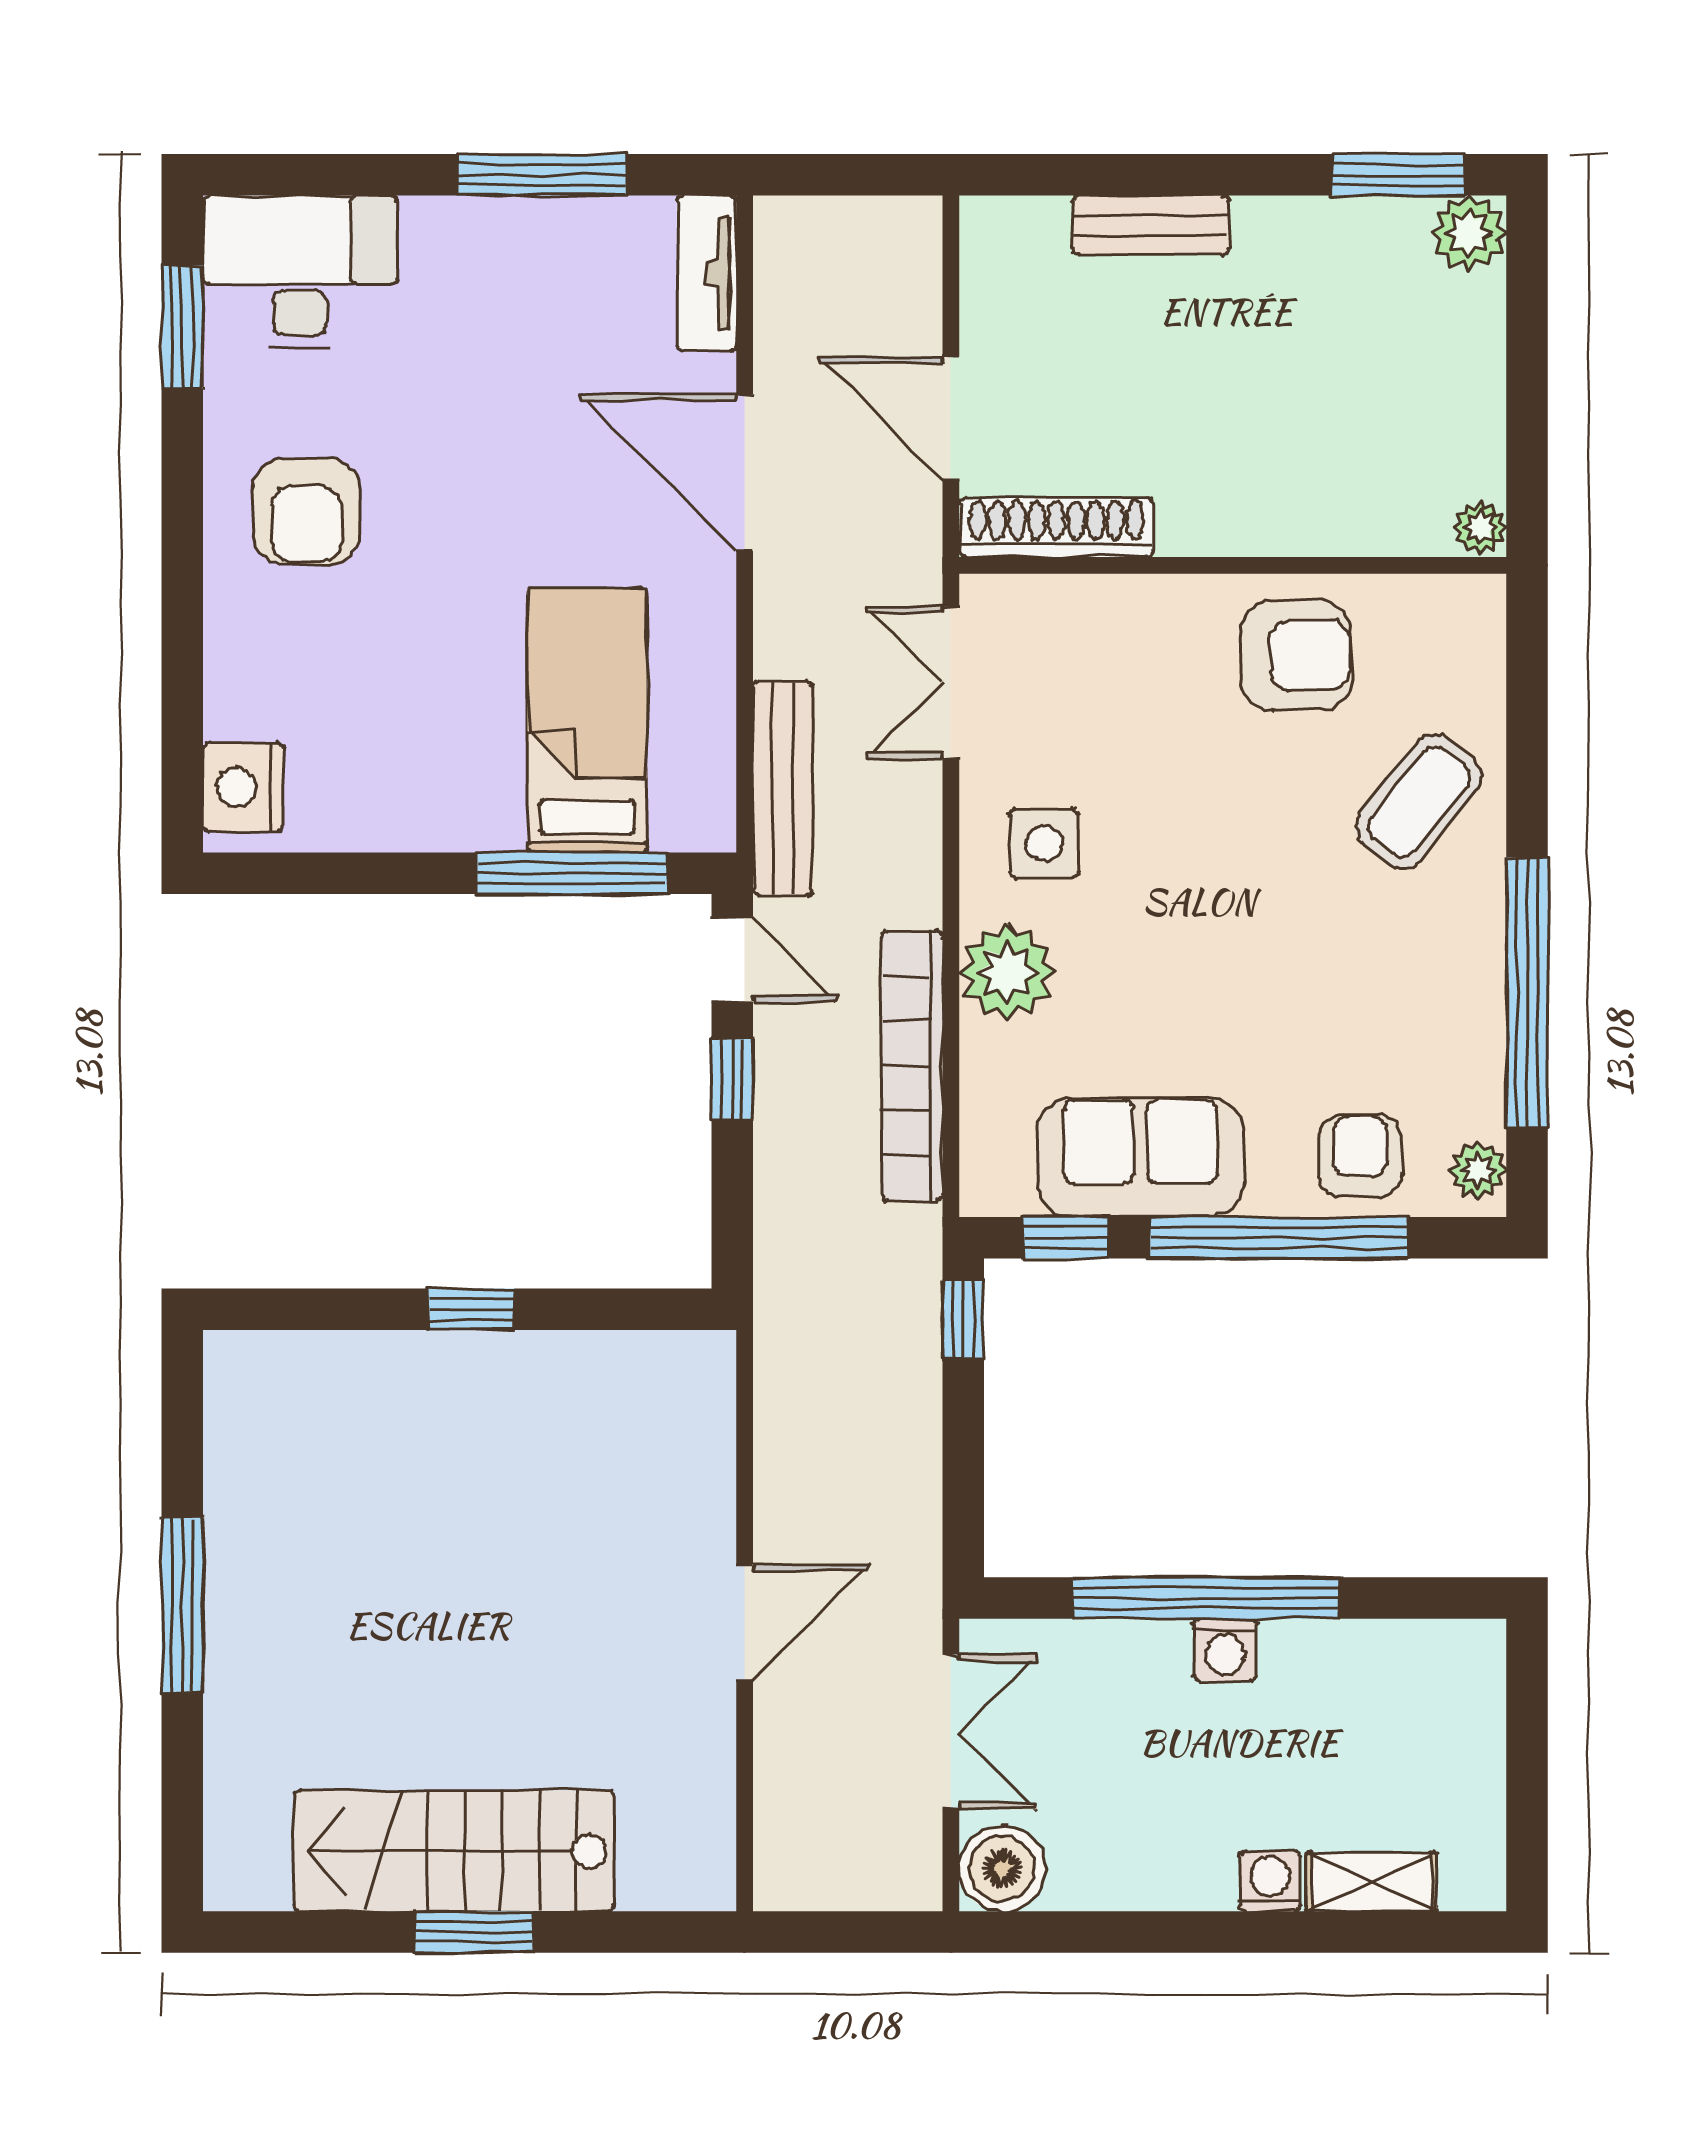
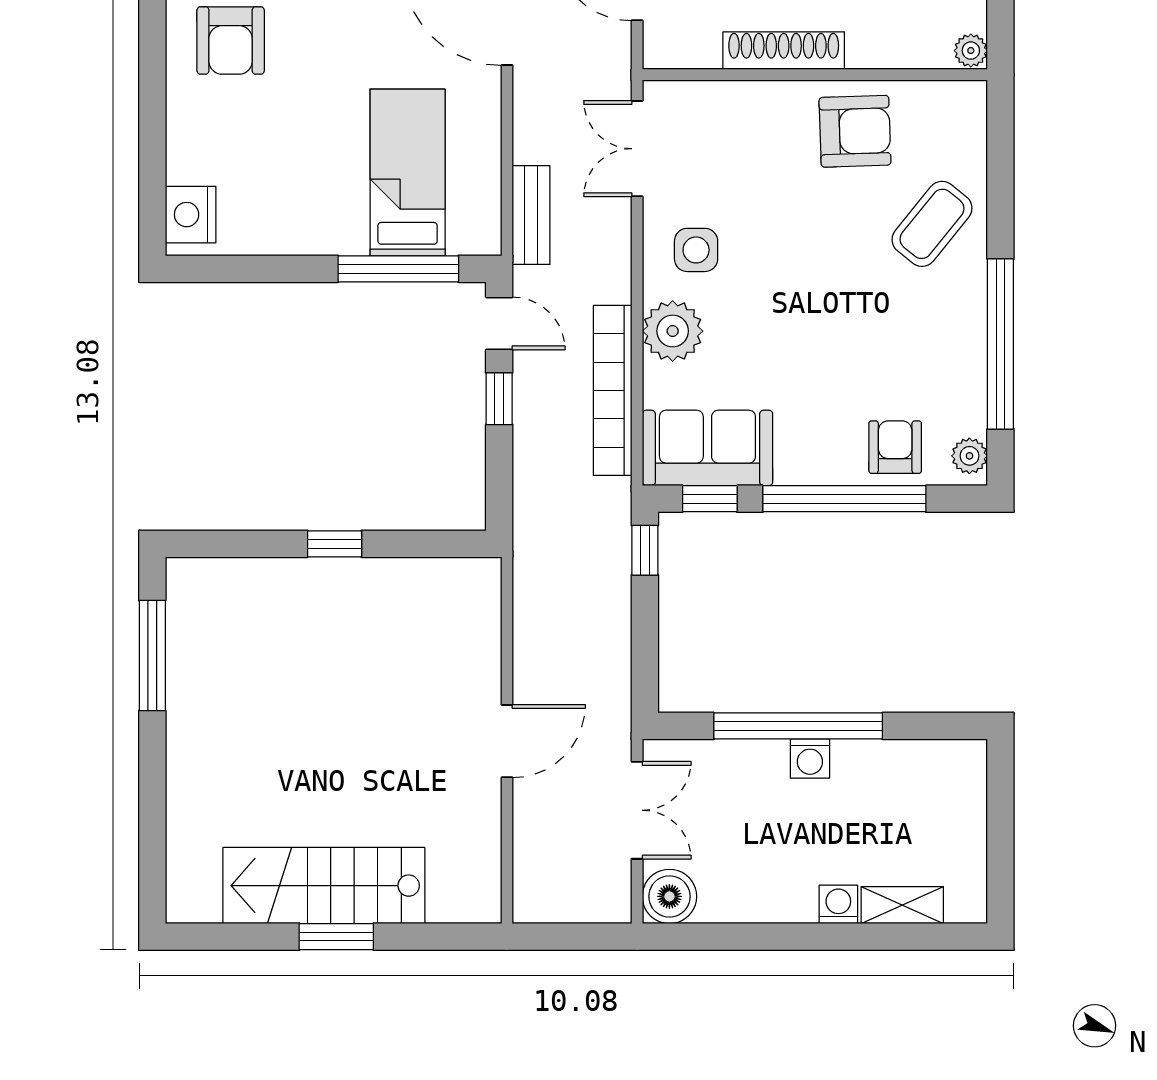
shoe rack: (1056, 527) -> (784, 51), moved
bench: (783, 788) -> (531, 215), width x0.73
sofa: (1140, 1157) -> (707, 448), moved
window: (182, 1605) -> (152, 656), moved

